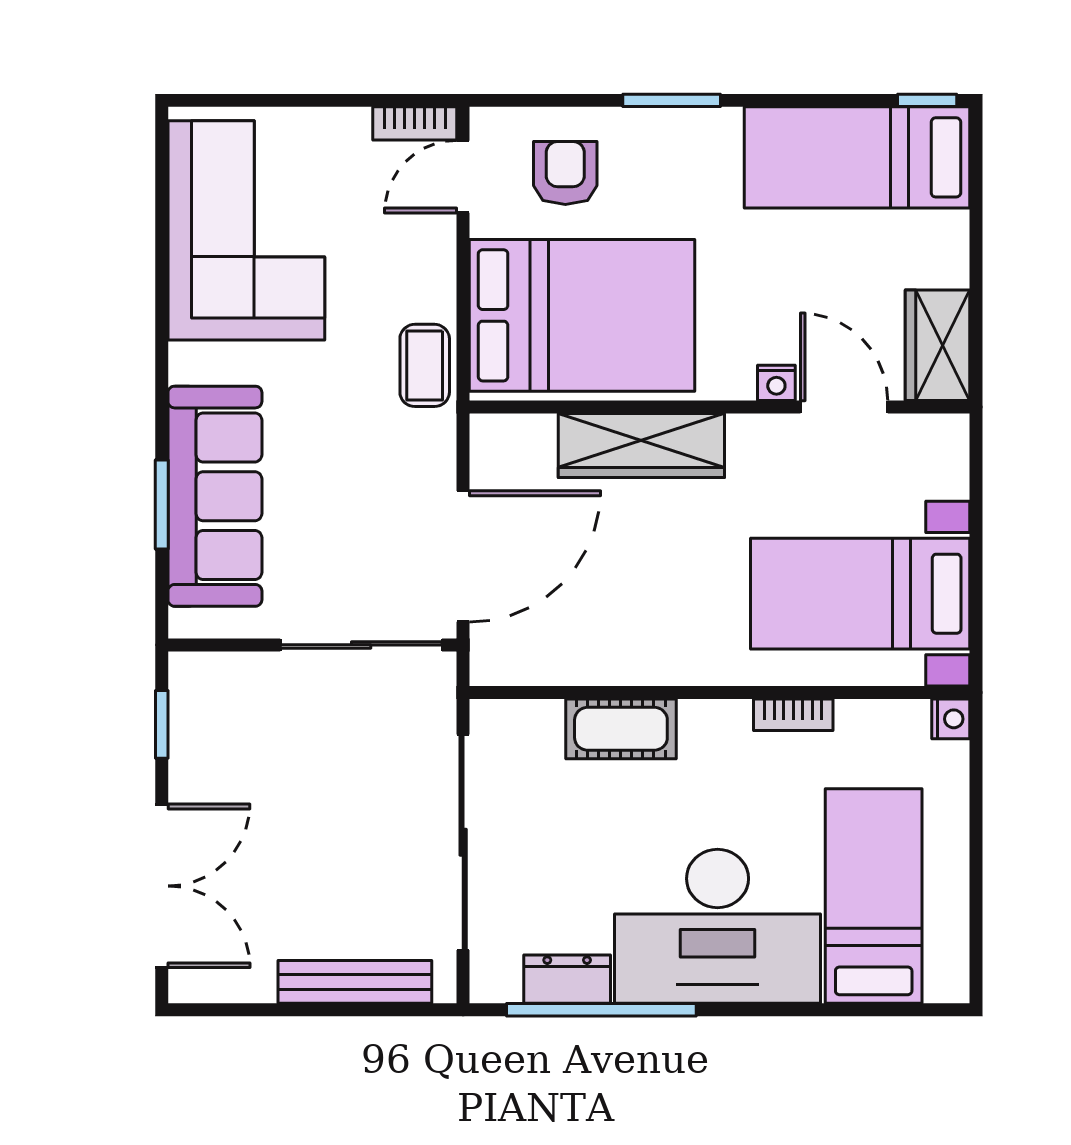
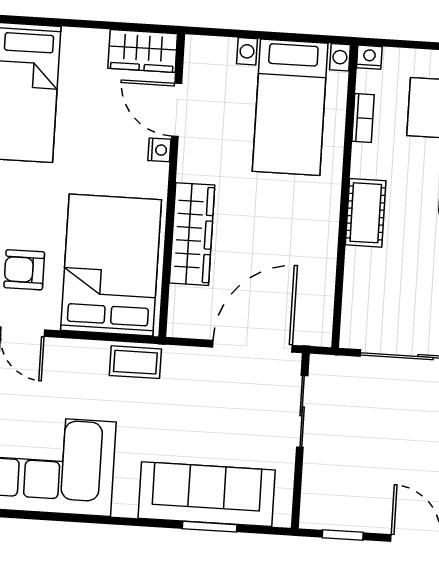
door: (844, 407) -> (177, 110), hinge flipped
door: (463, 556) -> (252, 346), hinge flipped
sliding door: (361, 645) -> (302, 411), width x0.73
bookcase: (793, 715) -> (363, 118), moved
cot: (621, 729) -> (366, 213), moved

